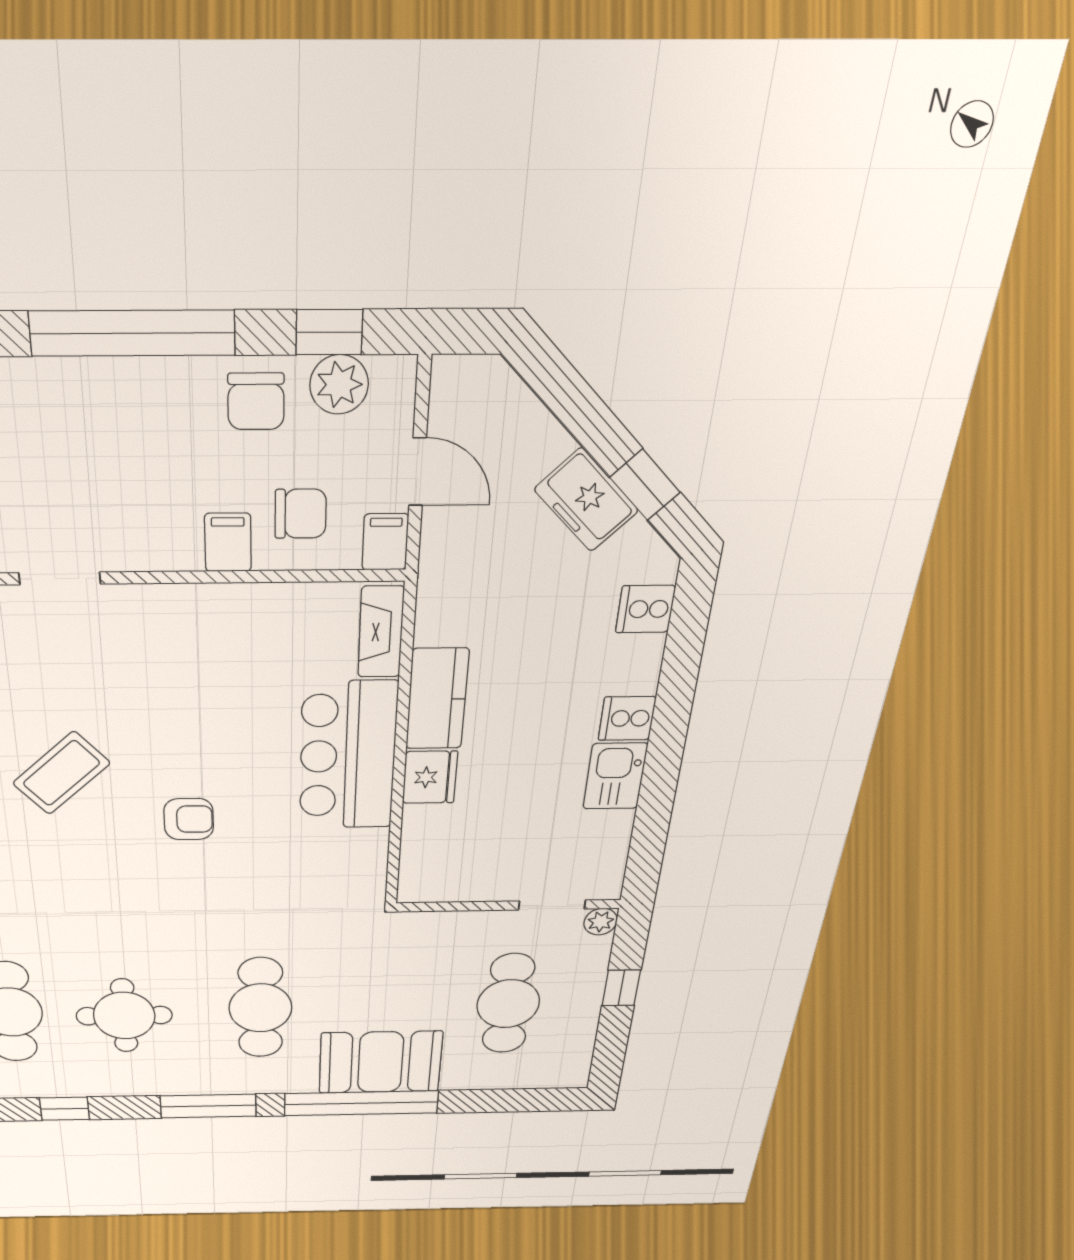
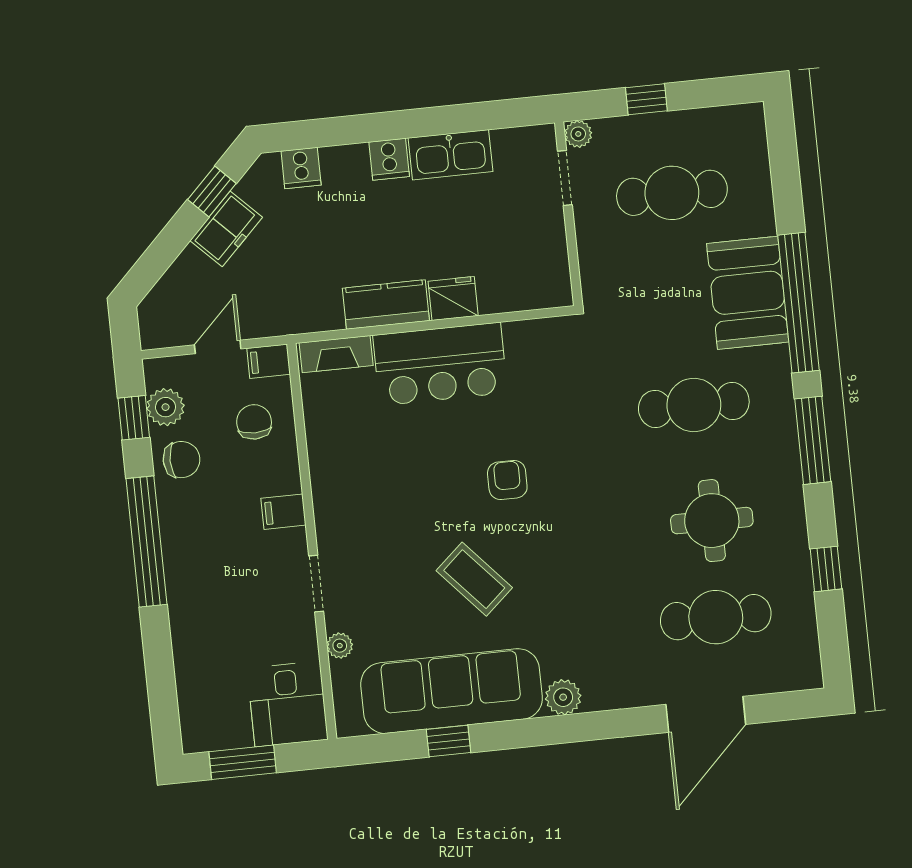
filing cabinet: (228, 542) -> (284, 512), moved
kitchen sink: (615, 776) -> (451, 155), width x1.38

